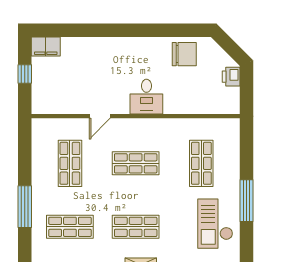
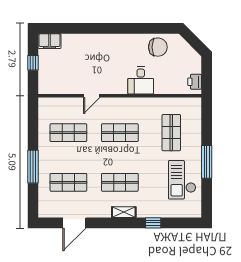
printer: (231, 77) -> (195, 82), moved
desk: (146, 97) -> (141, 80), moved
shop shelf: (70, 163) -> (68, 133), turned 90

